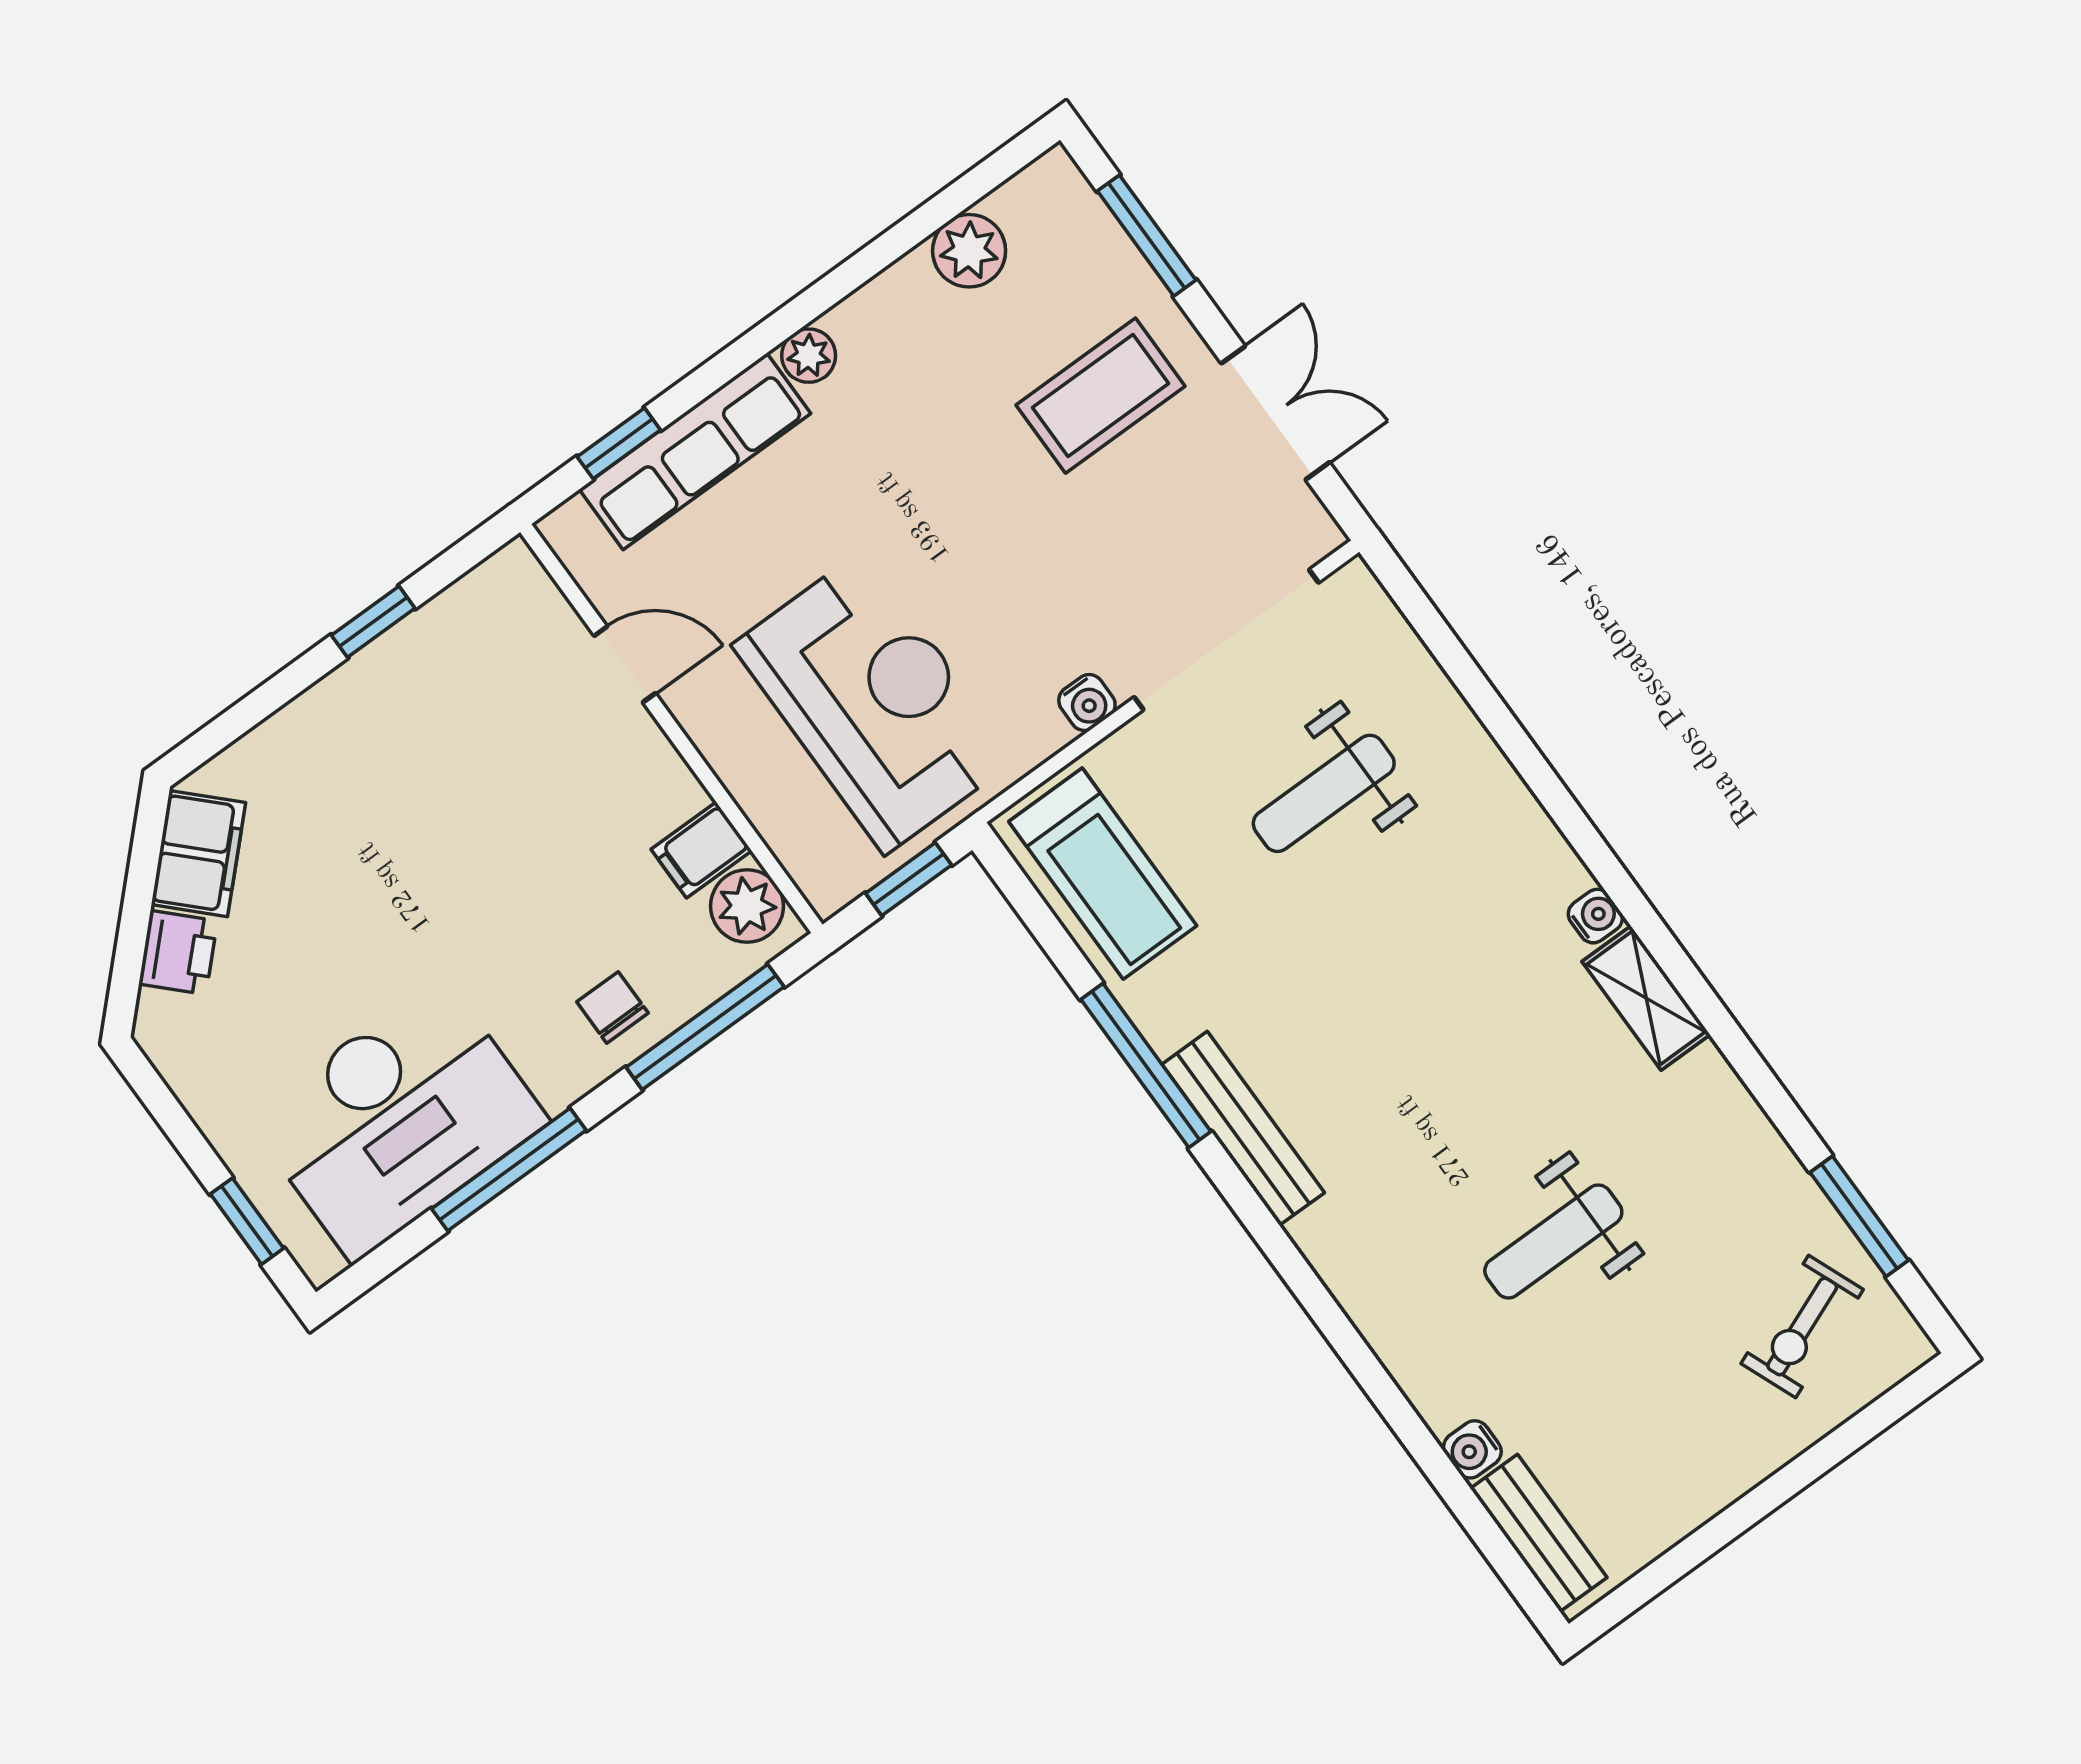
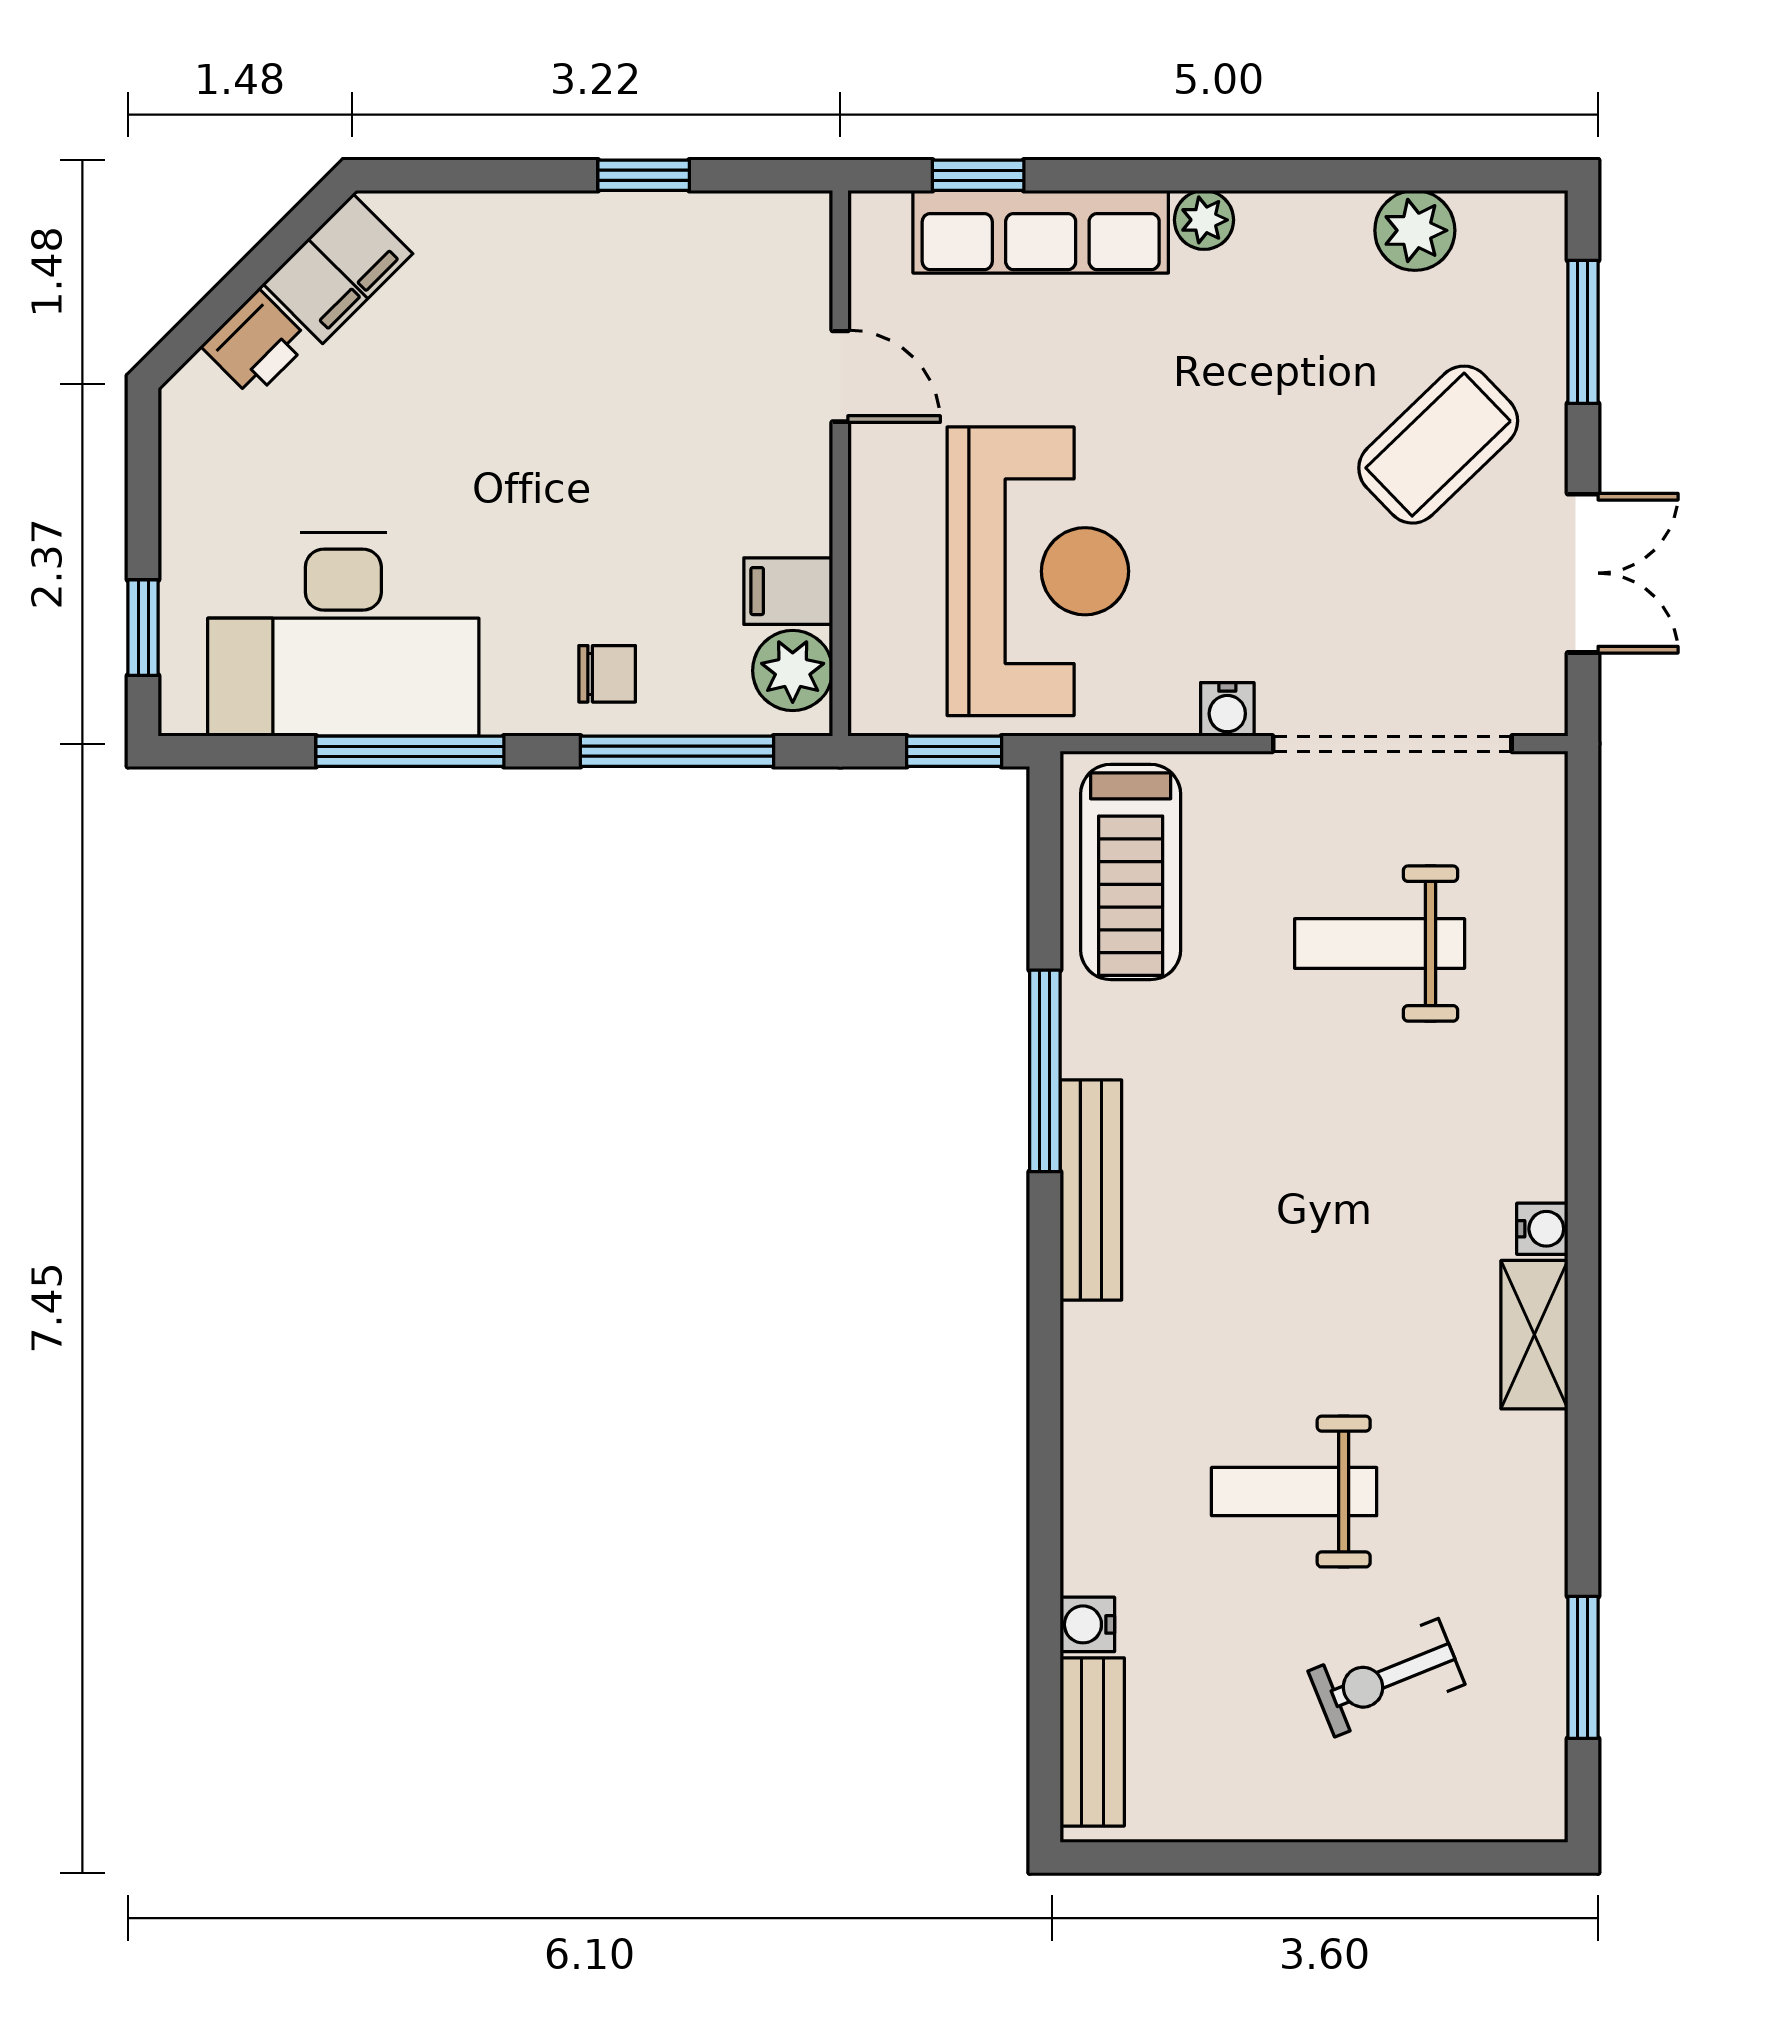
coffee table: (1100, 396) -> (1438, 445), turned -44
chair: (612, 1007) -> (607, 674), turned 90
exercise bike: (1802, 1326) -> (1386, 1678), moved

